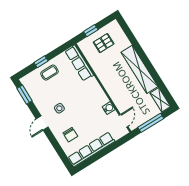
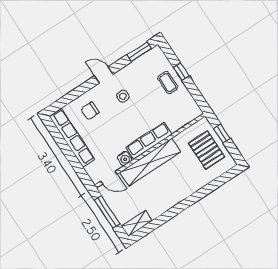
pallet: (104, 43) -> (207, 150), width x1.50, depth x1.42
row of seats: (79, 63) -> (149, 141), moved
shelving: (140, 69) -> (150, 162), moved

